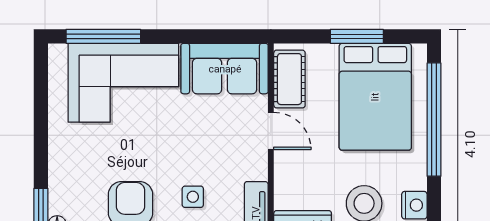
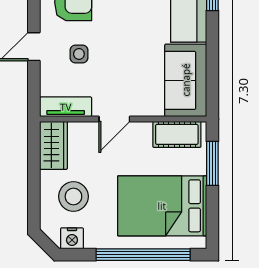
window: (357, 36) -> (212, 163), moved
door: (271, 131) -> (114, 119), moved

